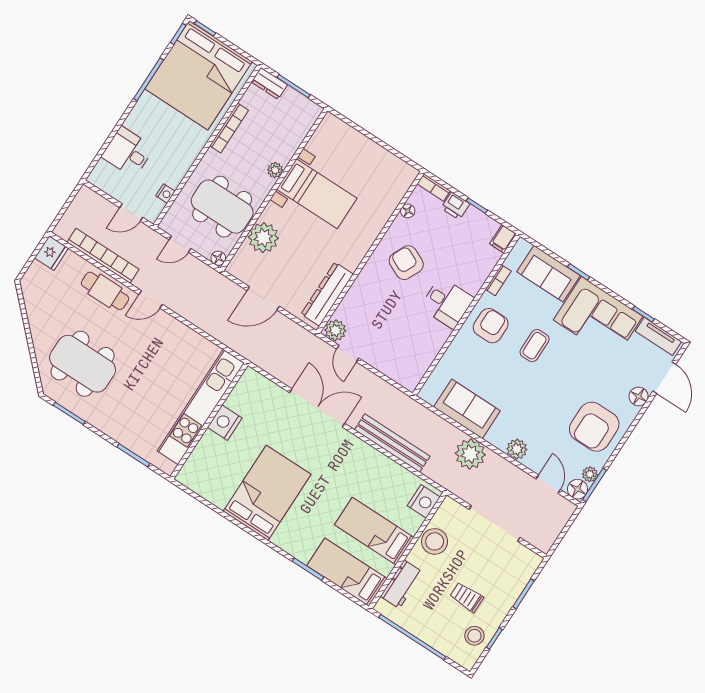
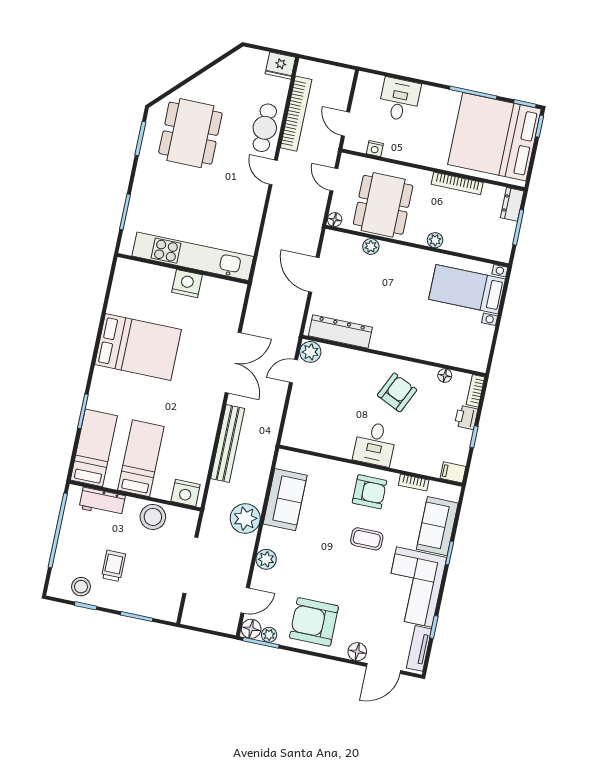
bed with nightstands: (317, 194) -> (467, 289), moved, turned 90
plant: (263, 238) -> (371, 246), width x0.53, depth x0.53

